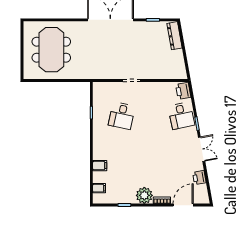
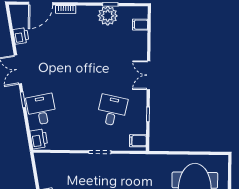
double door: (91, 146) -> (148, 75), added
filing cabinet: (100, 166) -> (138, 141), moved
plant: (144, 195) -> (108, 16), moved

